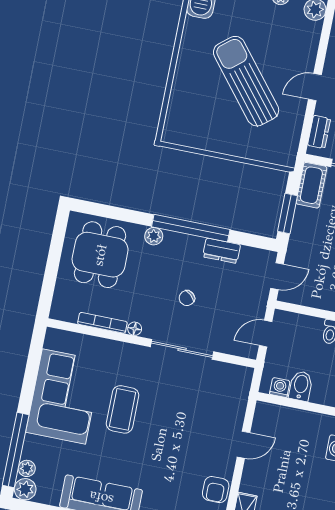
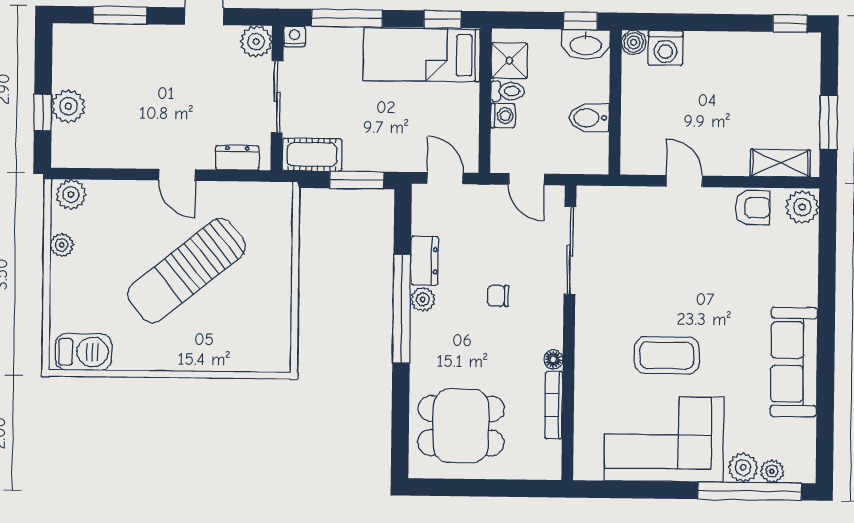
plant: (154, 236) -> (423, 299), moved
chair: (187, 298) -> (498, 296), turned 138
sliding door: (182, 349) -> (570, 250), moved
washing machine: (280, 387) -> (503, 116), moved, turned 180
plant: (25, 489) -> (743, 467), moved

